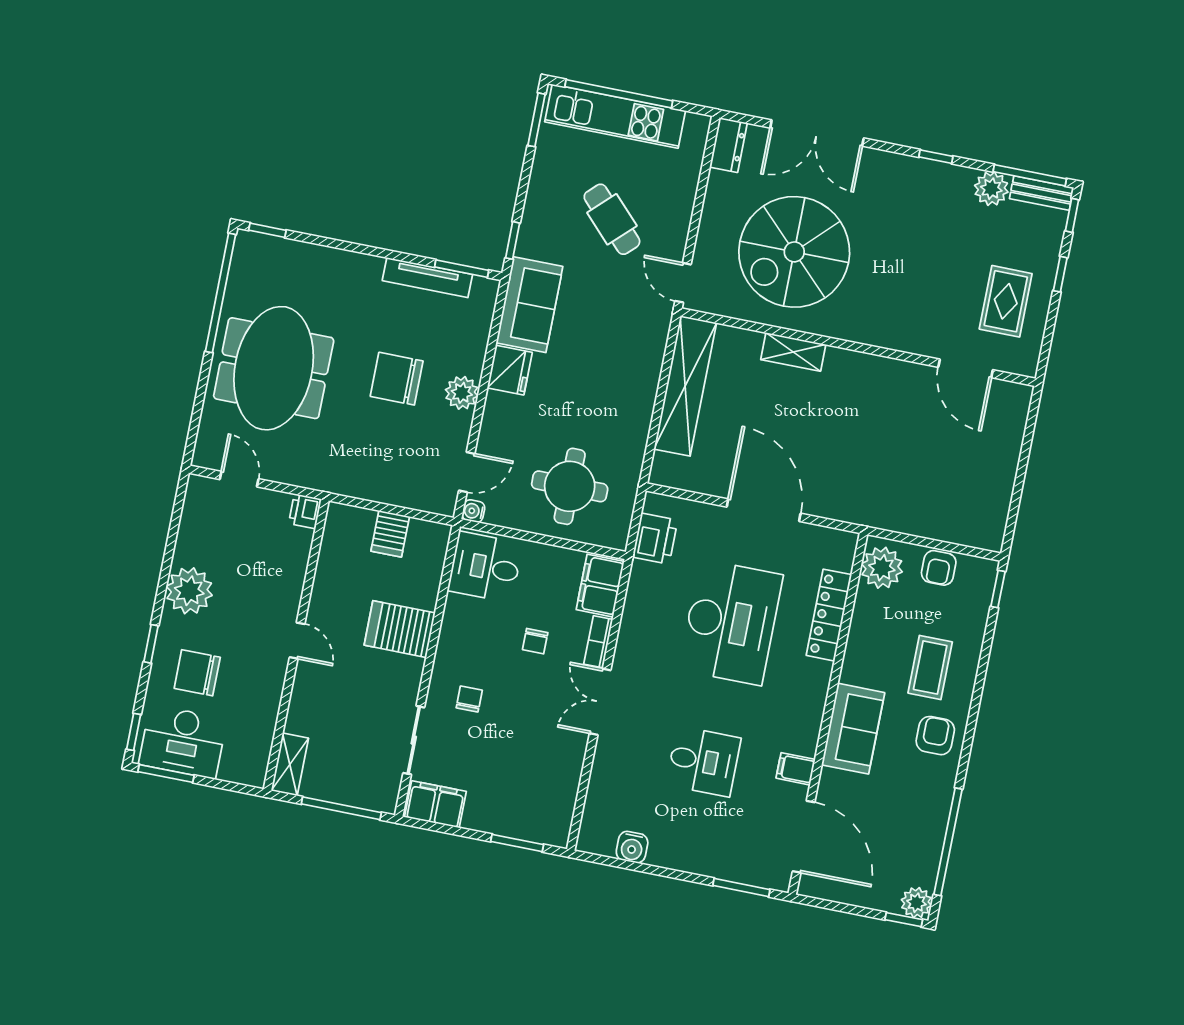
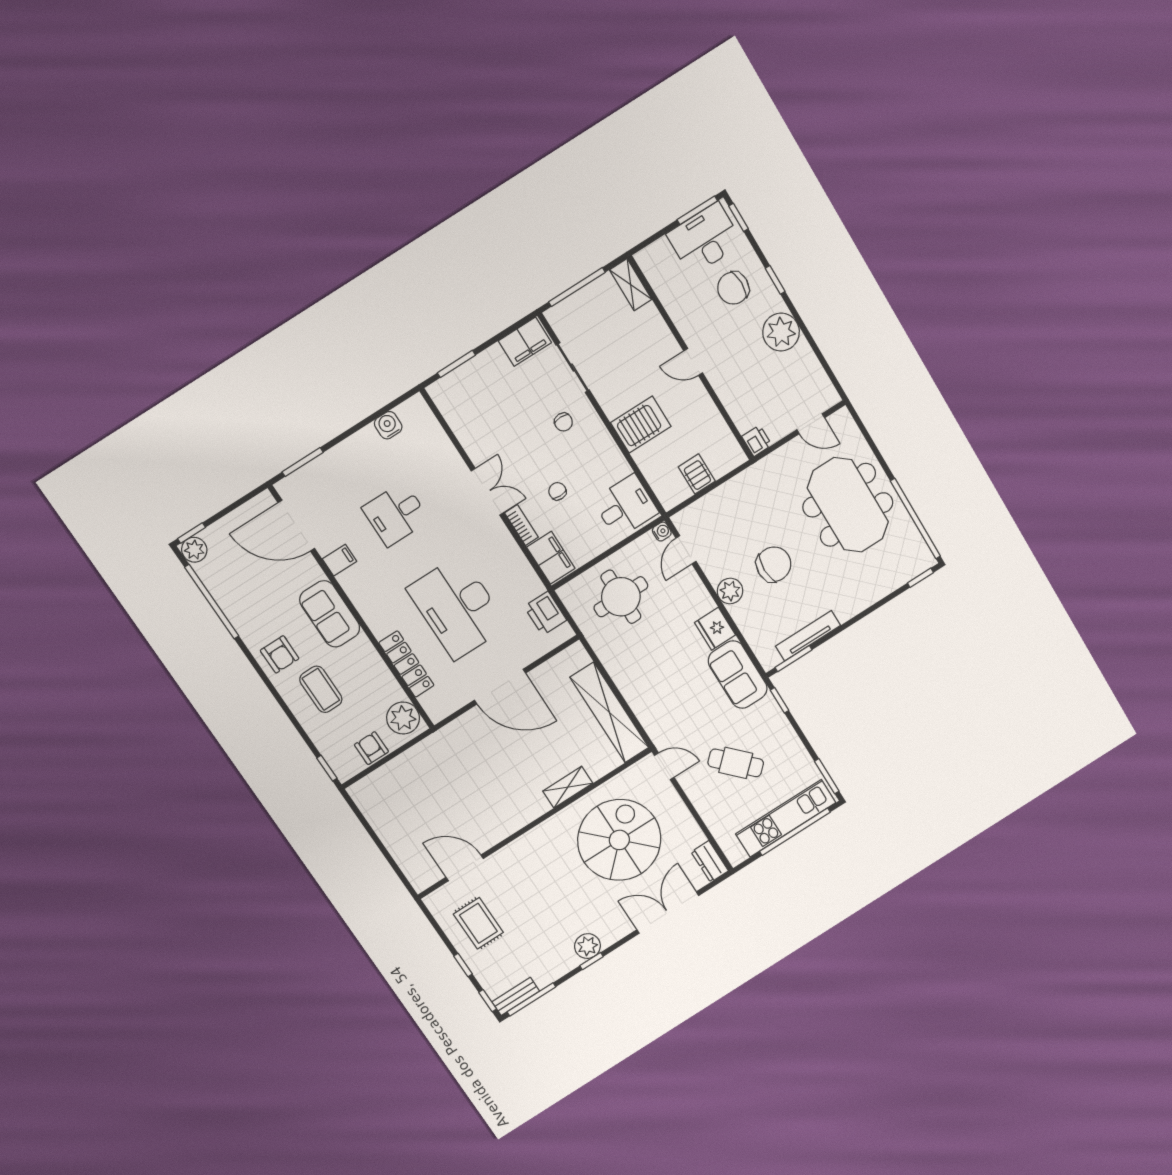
plant: (991, 189) -> (588, 946), moved
chair: (197, 673) -> (733, 288), turned 180

